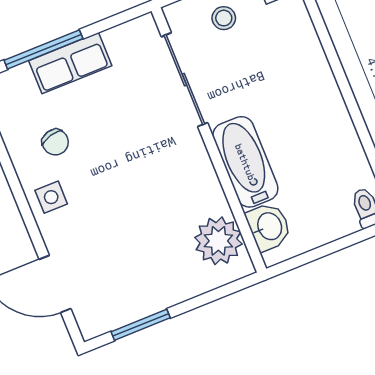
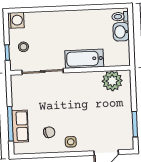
row of seats: (70, 63) -> (20, 126), moved
washbasin: (269, 227) -> (121, 32), moved, turned -90

